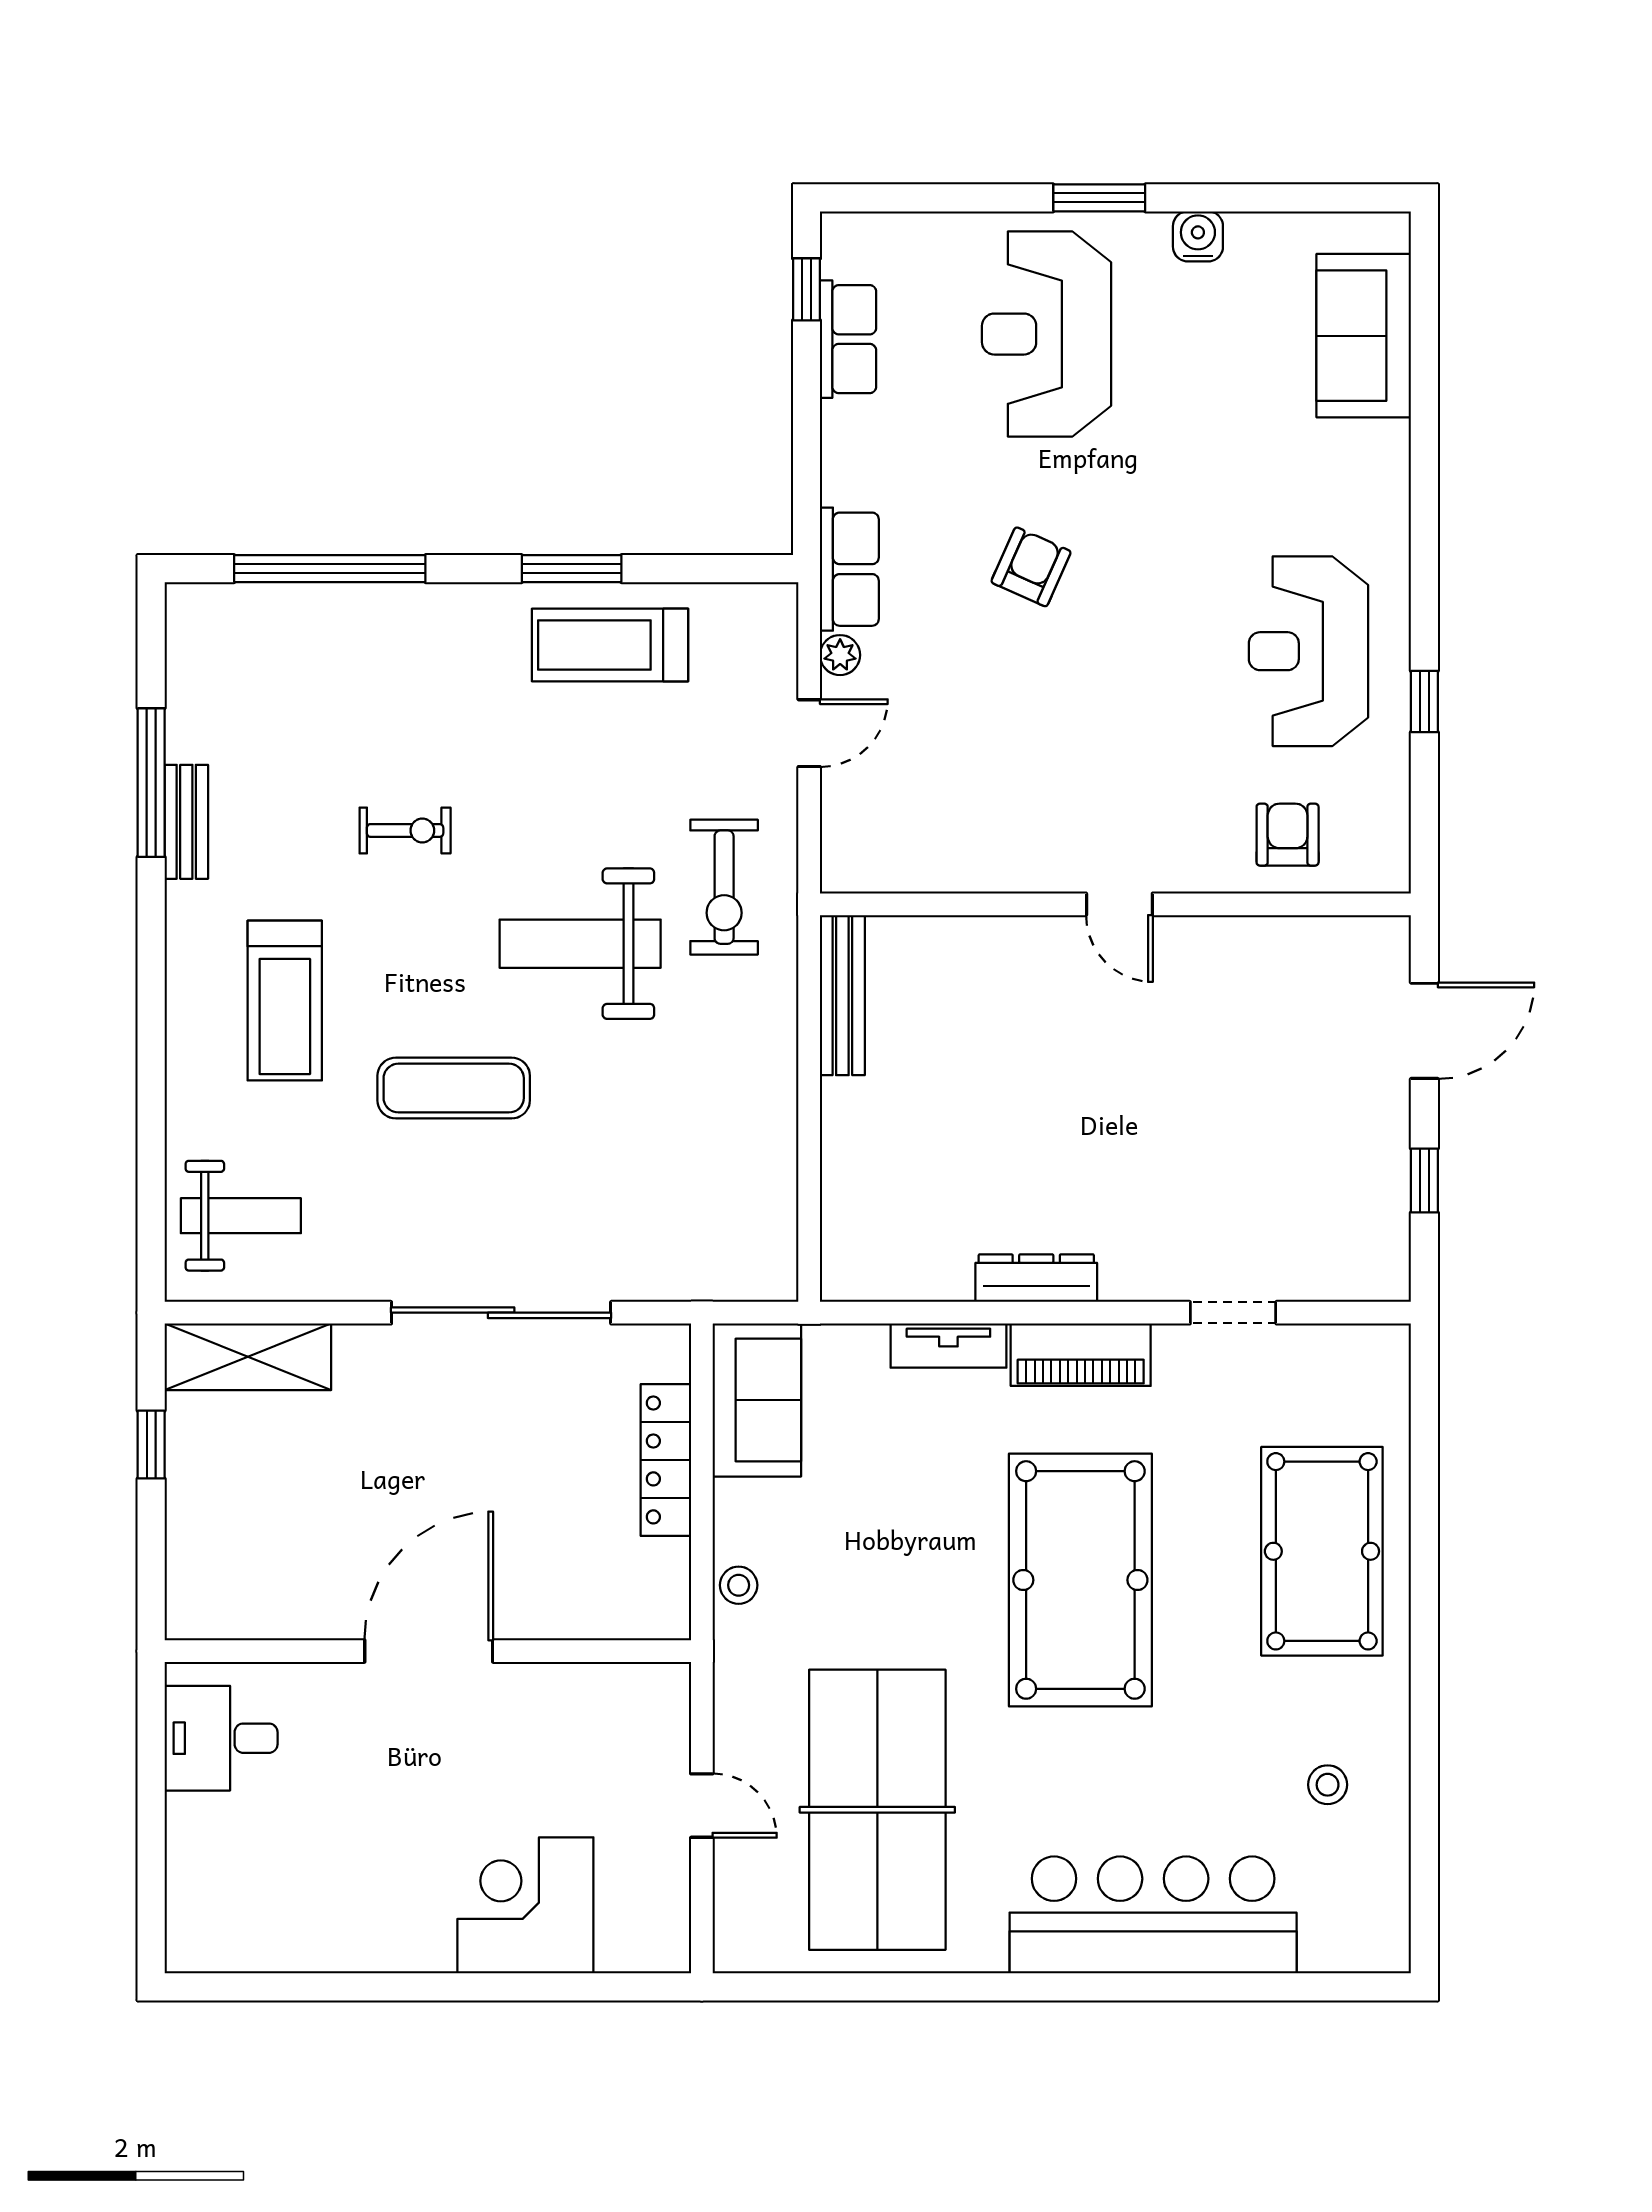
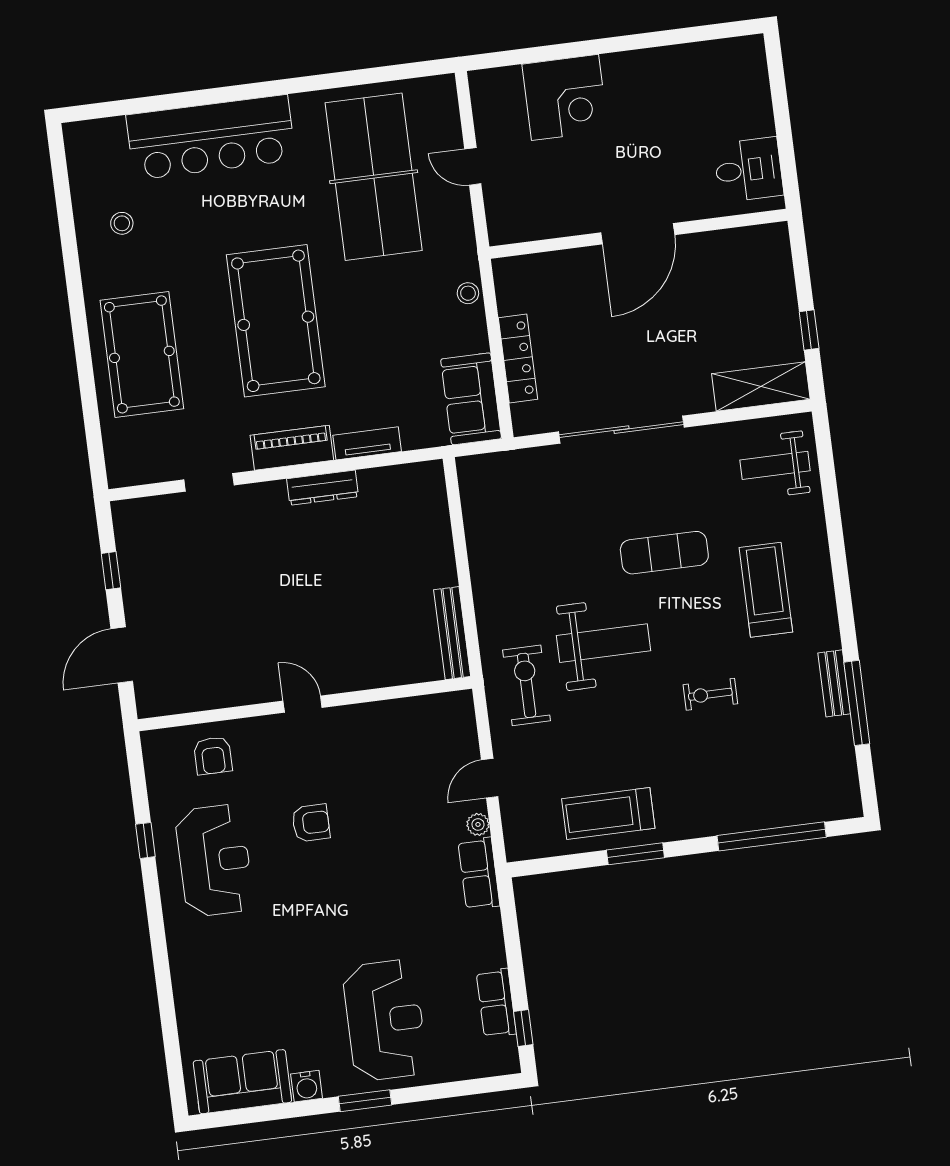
sofa: (1364, 336) -> (242, 1082), moved, turned -90
armchair: (1031, 567) -> (311, 823), moved, turned -114
treadmill: (610, 645) -> (608, 814), turned 180

